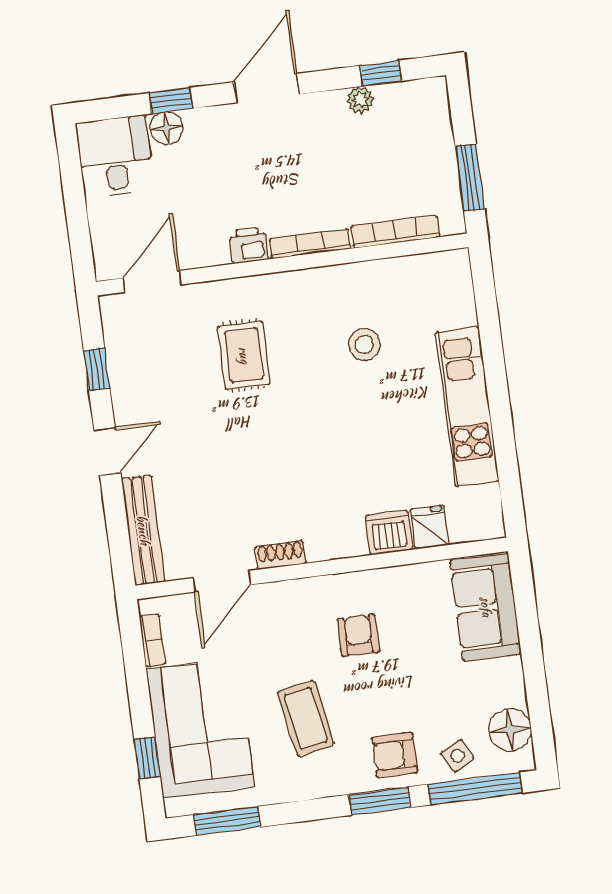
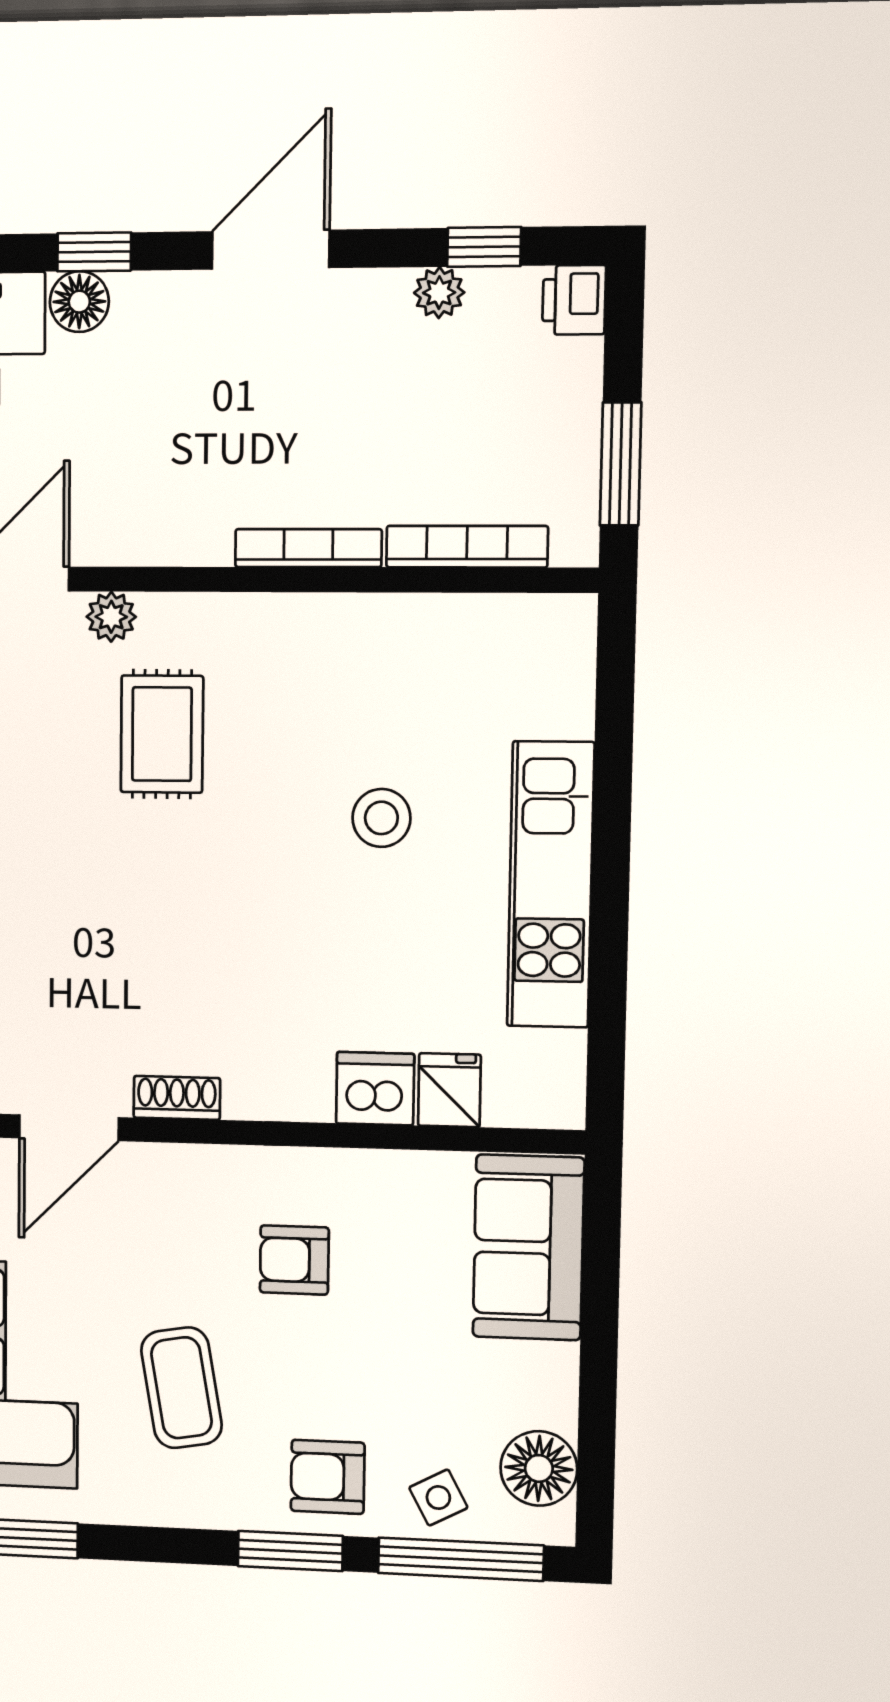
printer: (249, 245) -> (574, 300), moved, turned -90
plant: (207, 295) -> (111, 617), added
stool: (364, 344) -> (381, 818), moved
armchair: (358, 635) -> (294, 1260), turned -90

